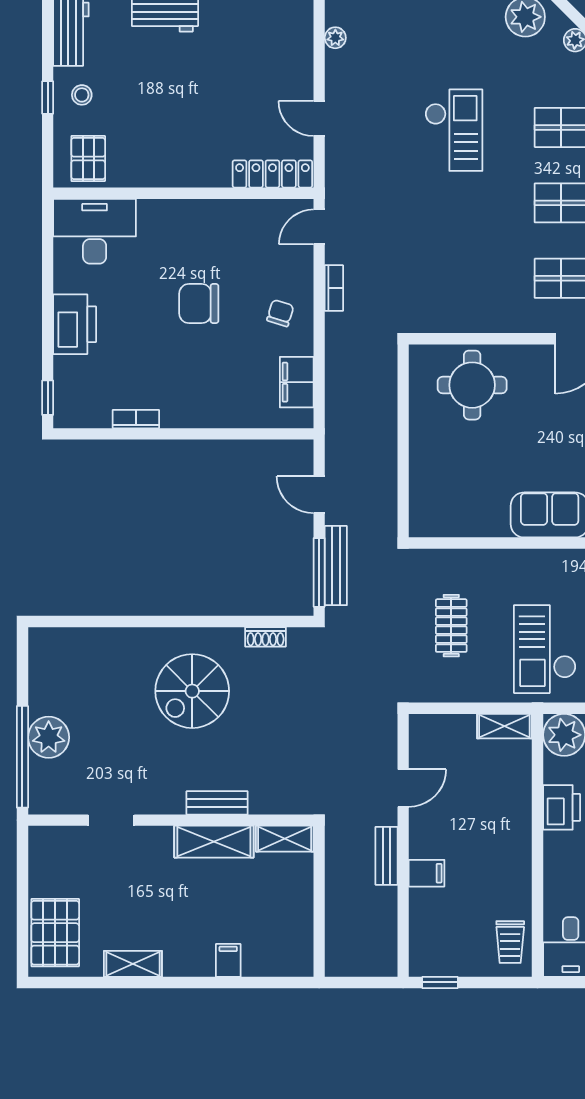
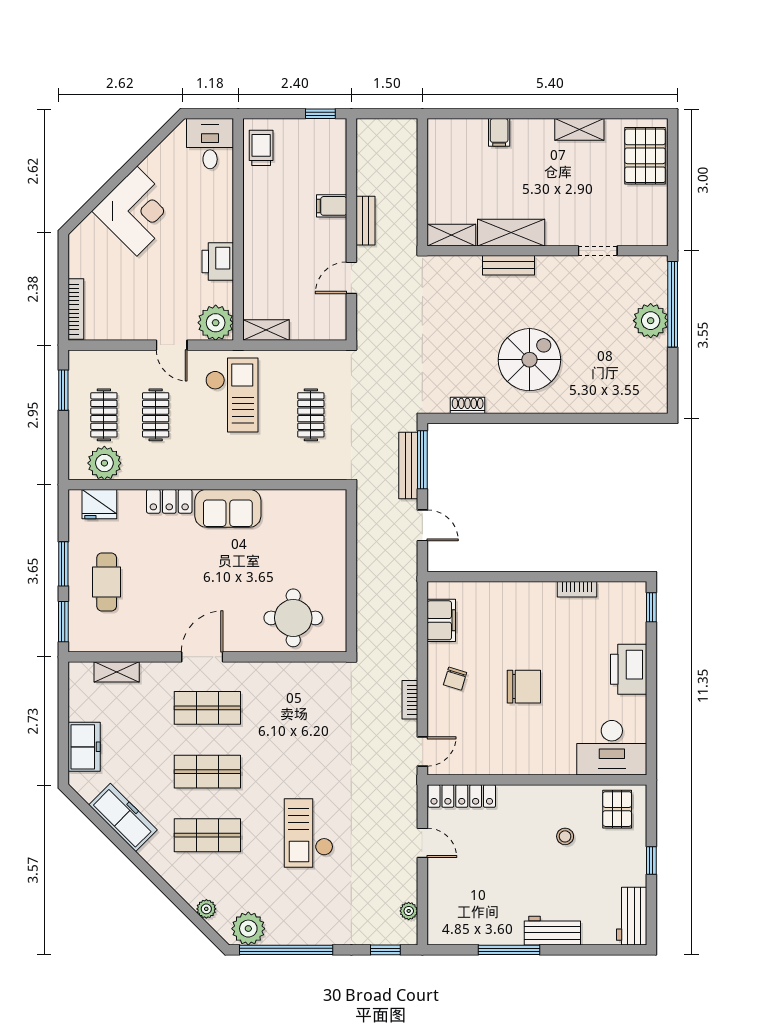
stool: (82, 95) -> (565, 836), moved

